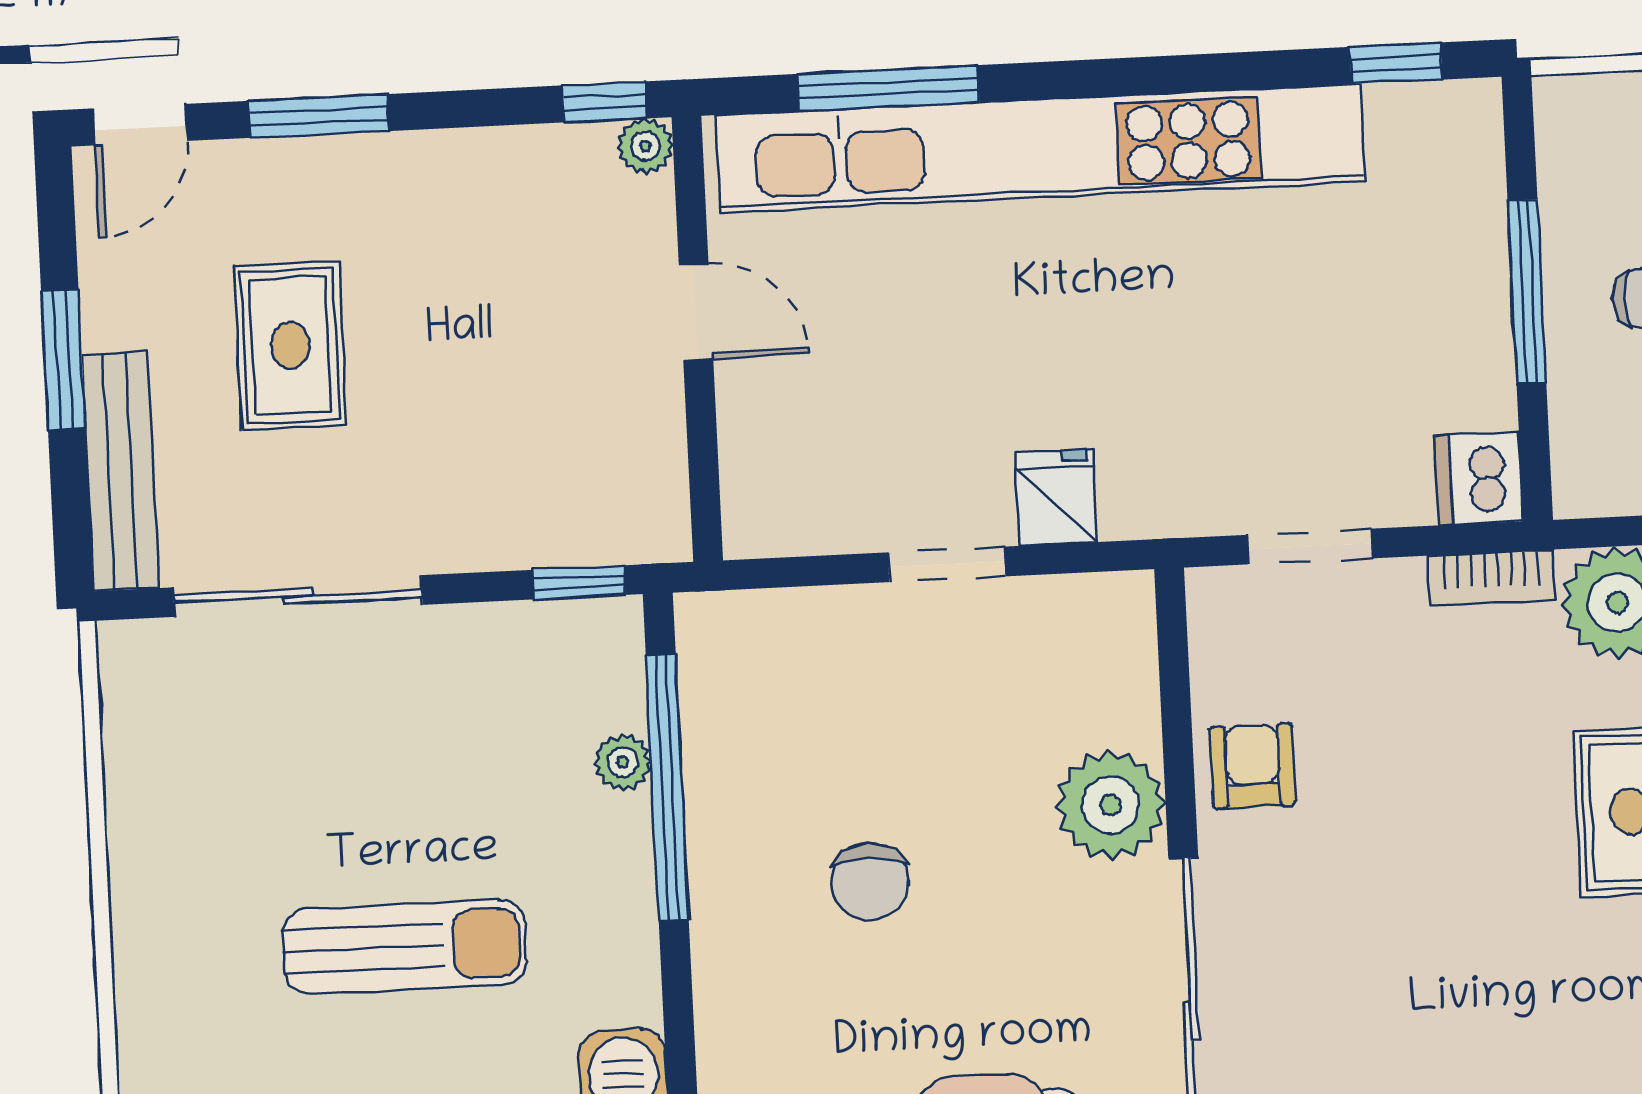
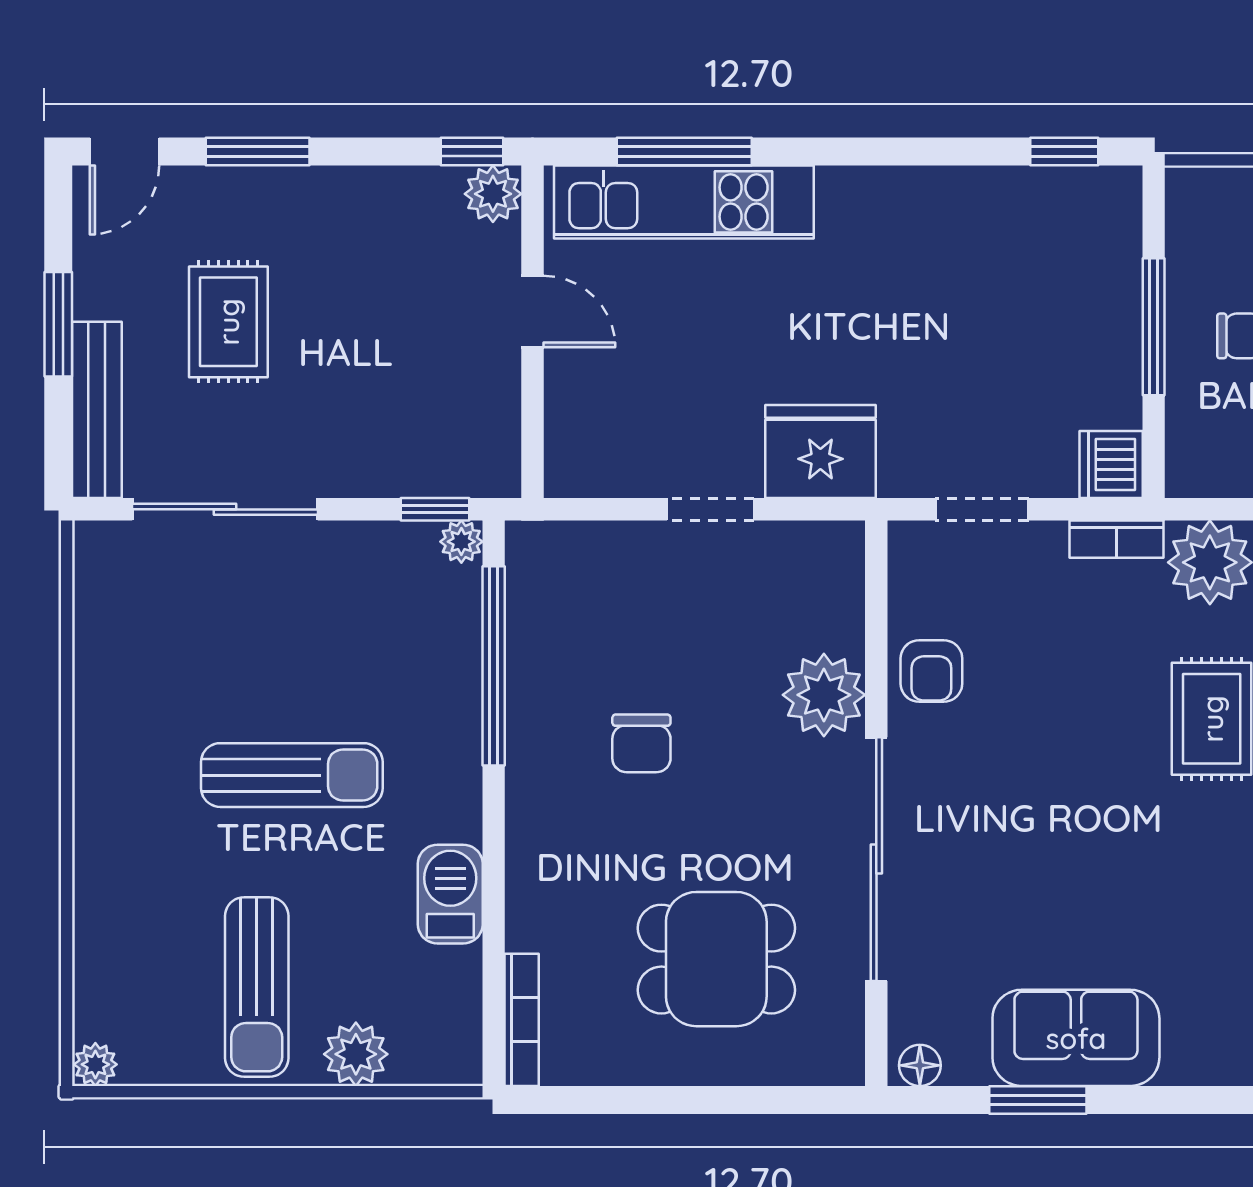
plant: (645, 146) -> (493, 194), width x1.38, depth x1.38
kitchen unit: (1040, 148) -> (684, 202), width x0.54
fridge: (1056, 497) -> (820, 451), width x1.88, depth x1.34
plant: (623, 762) -> (461, 542), moved
armchair: (1253, 766) -> (931, 671), turned 180

